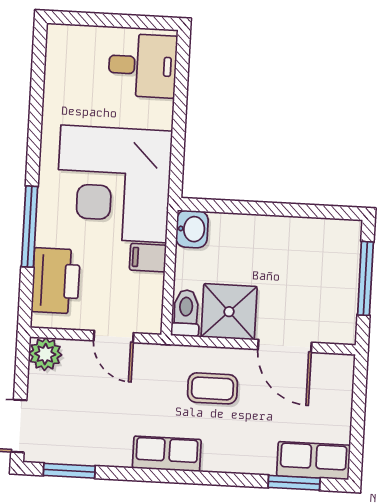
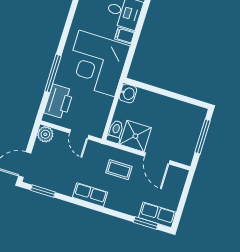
filing cabinet: (148, 258) -> (125, 36), moved

